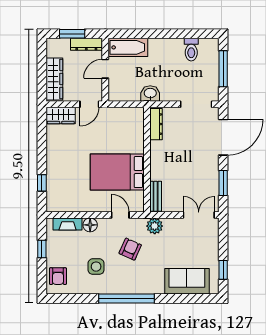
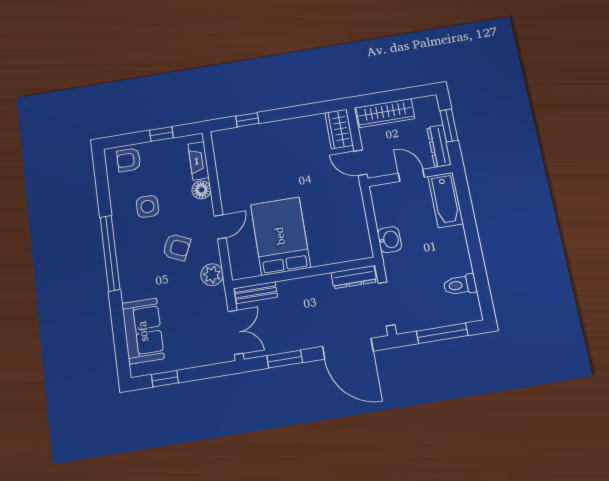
dresser: (156, 124) -> (354, 277), moved
wall: (147, 160) -> (304, 273), moved
bed: (117, 172) -> (280, 236), moved
bench: (156, 196) -> (256, 293), moved

